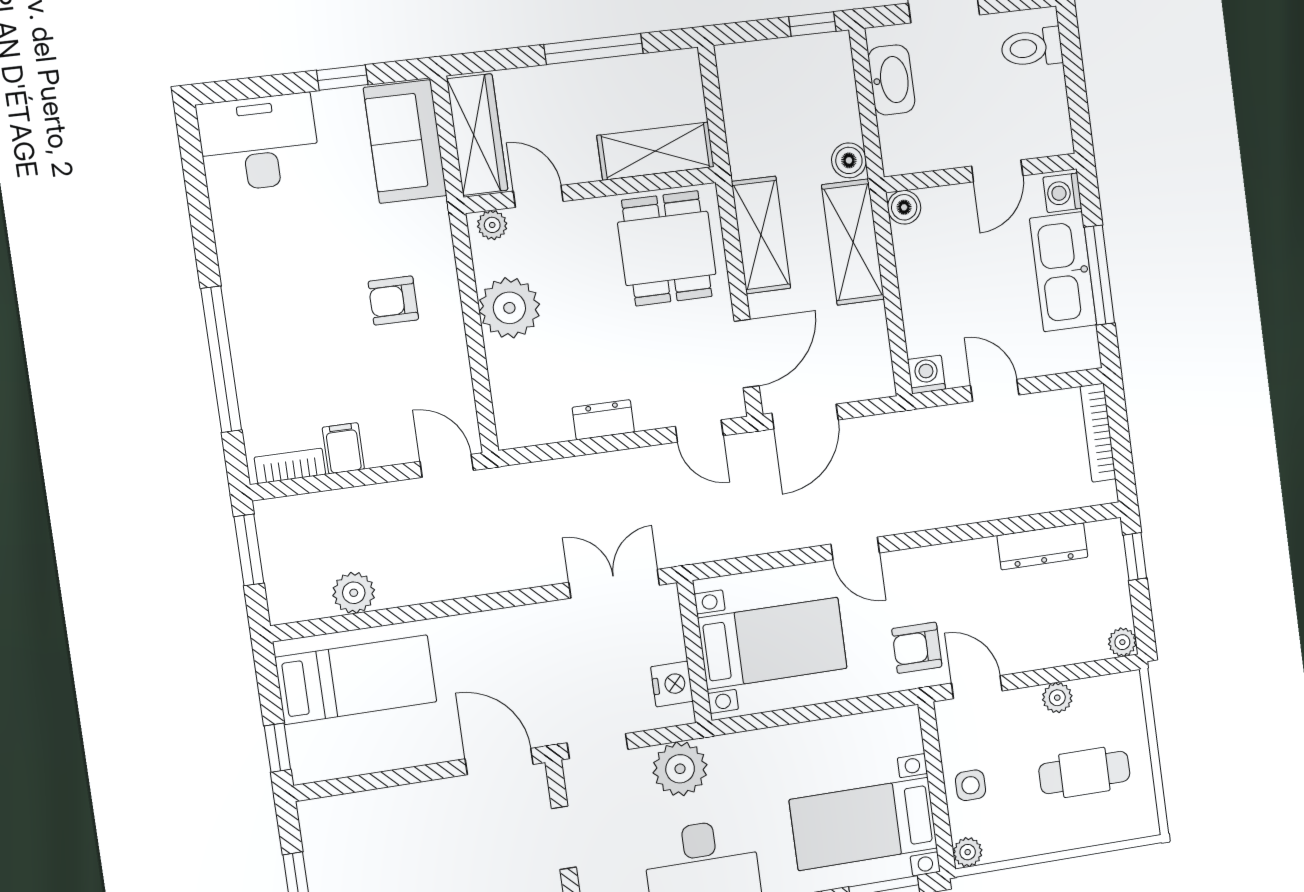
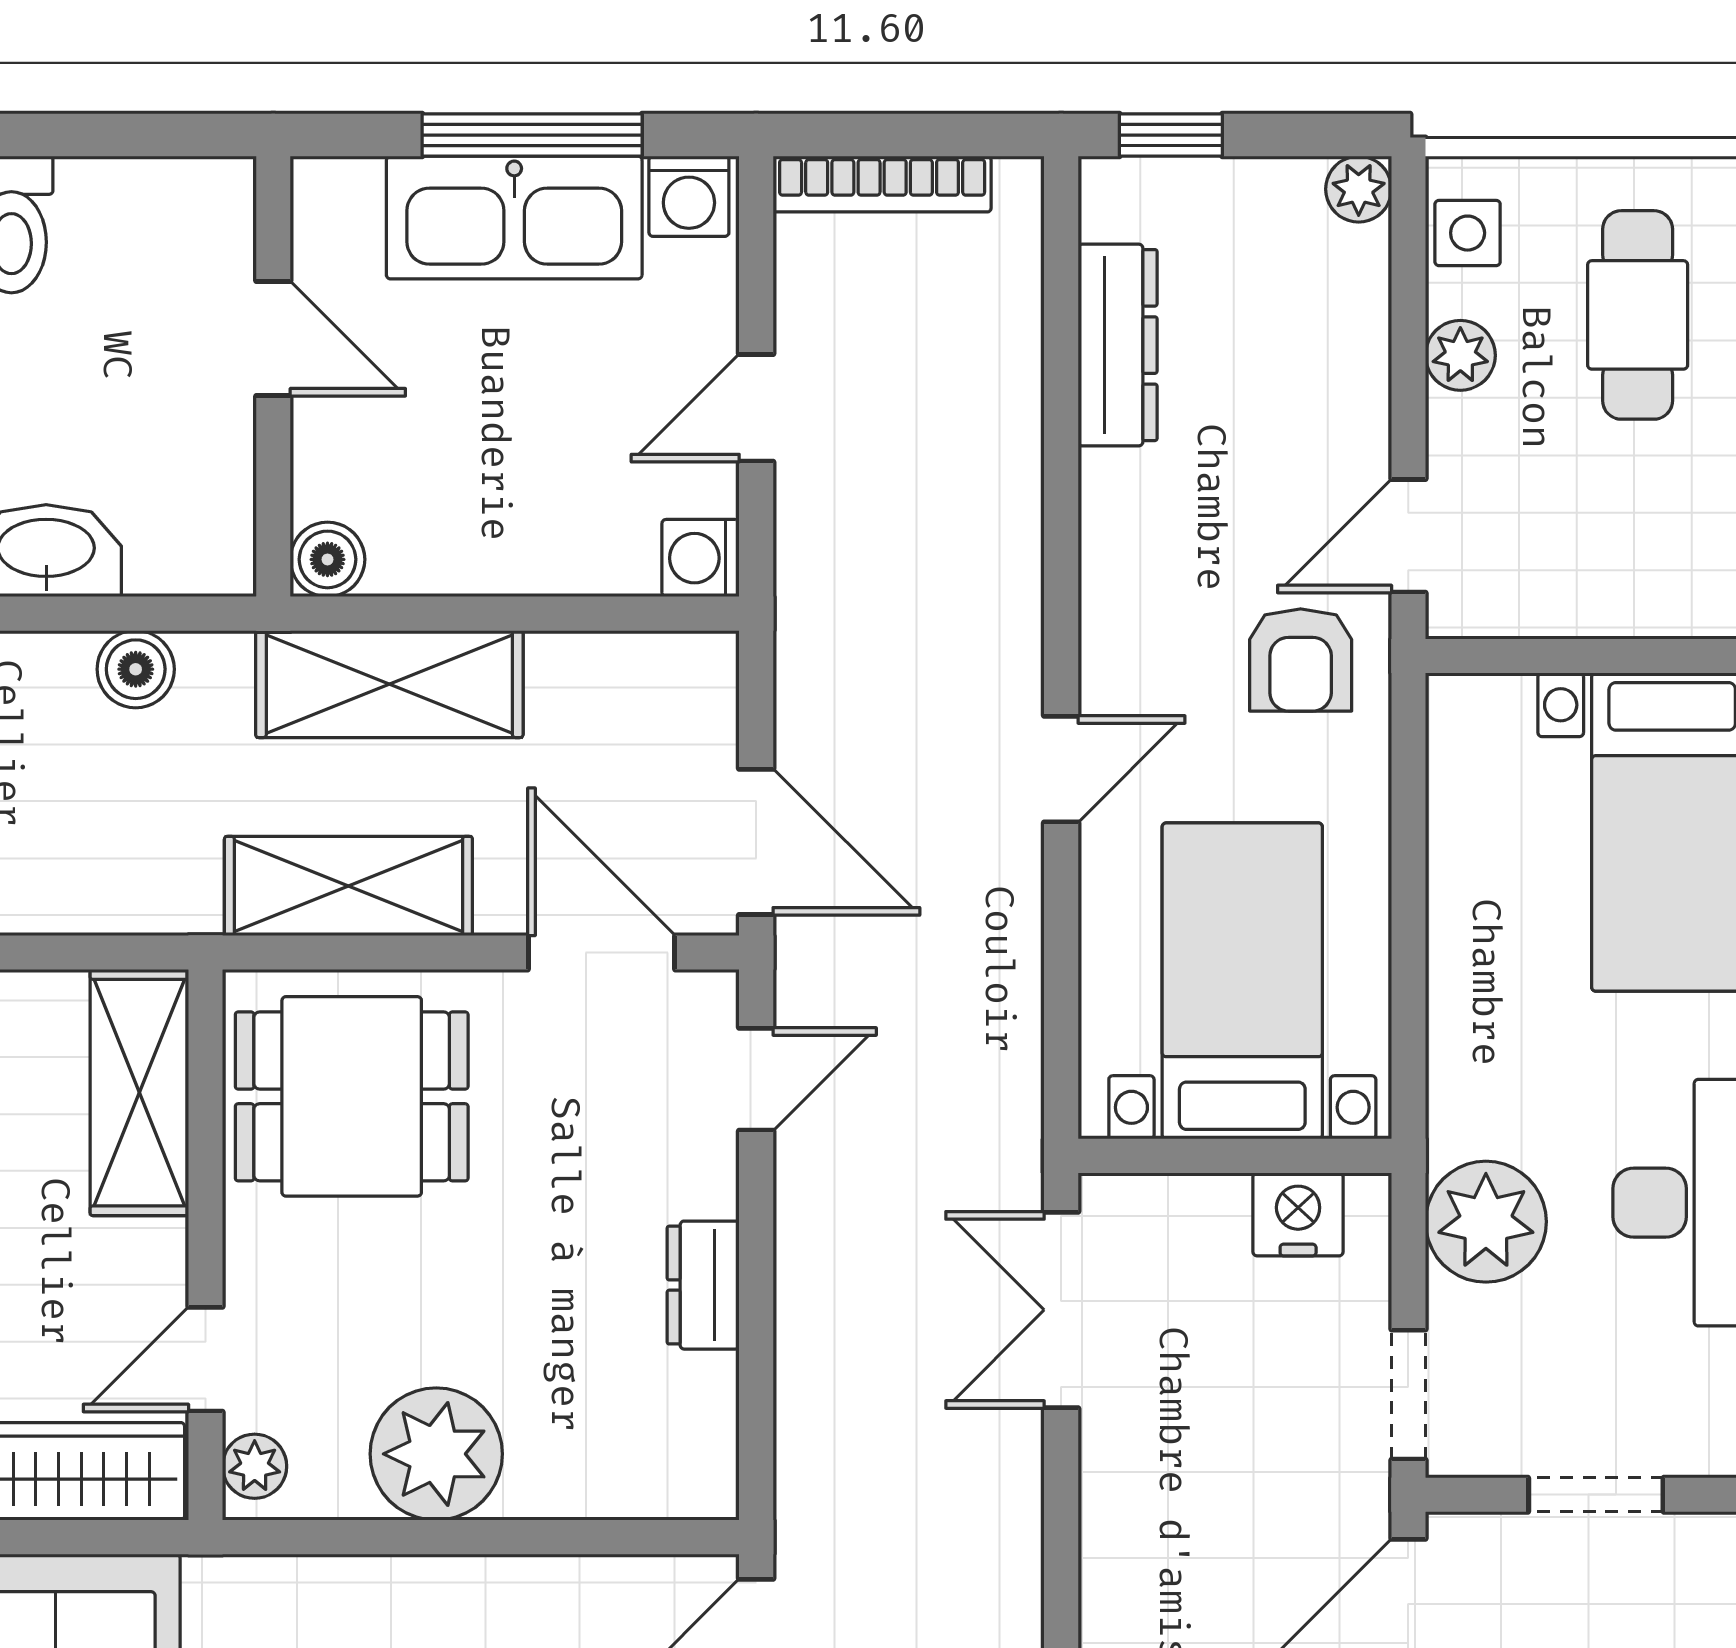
boiler: (849, 160) -> (136, 669), moved
washing machine: (1062, 193) -> (689, 196), moved
side table: (971, 785) -> (1468, 233), moved

